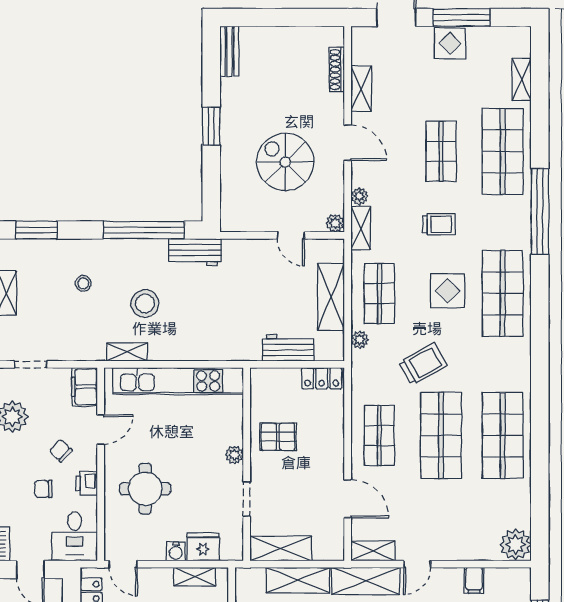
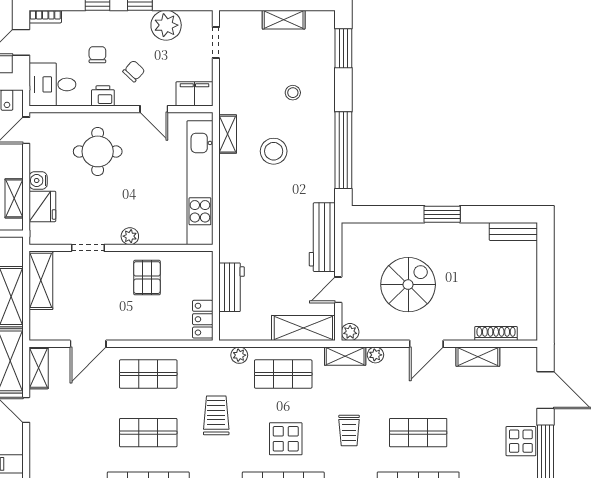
workbench: (195, 252) -> (322, 237), moved, width x1.37
shelving: (331, 297) -> (303, 328), moved
trolley: (423, 364) -> (216, 415), turned -151
shop shelf: (441, 435) -> (148, 433), width x0.70, depth x0.74

